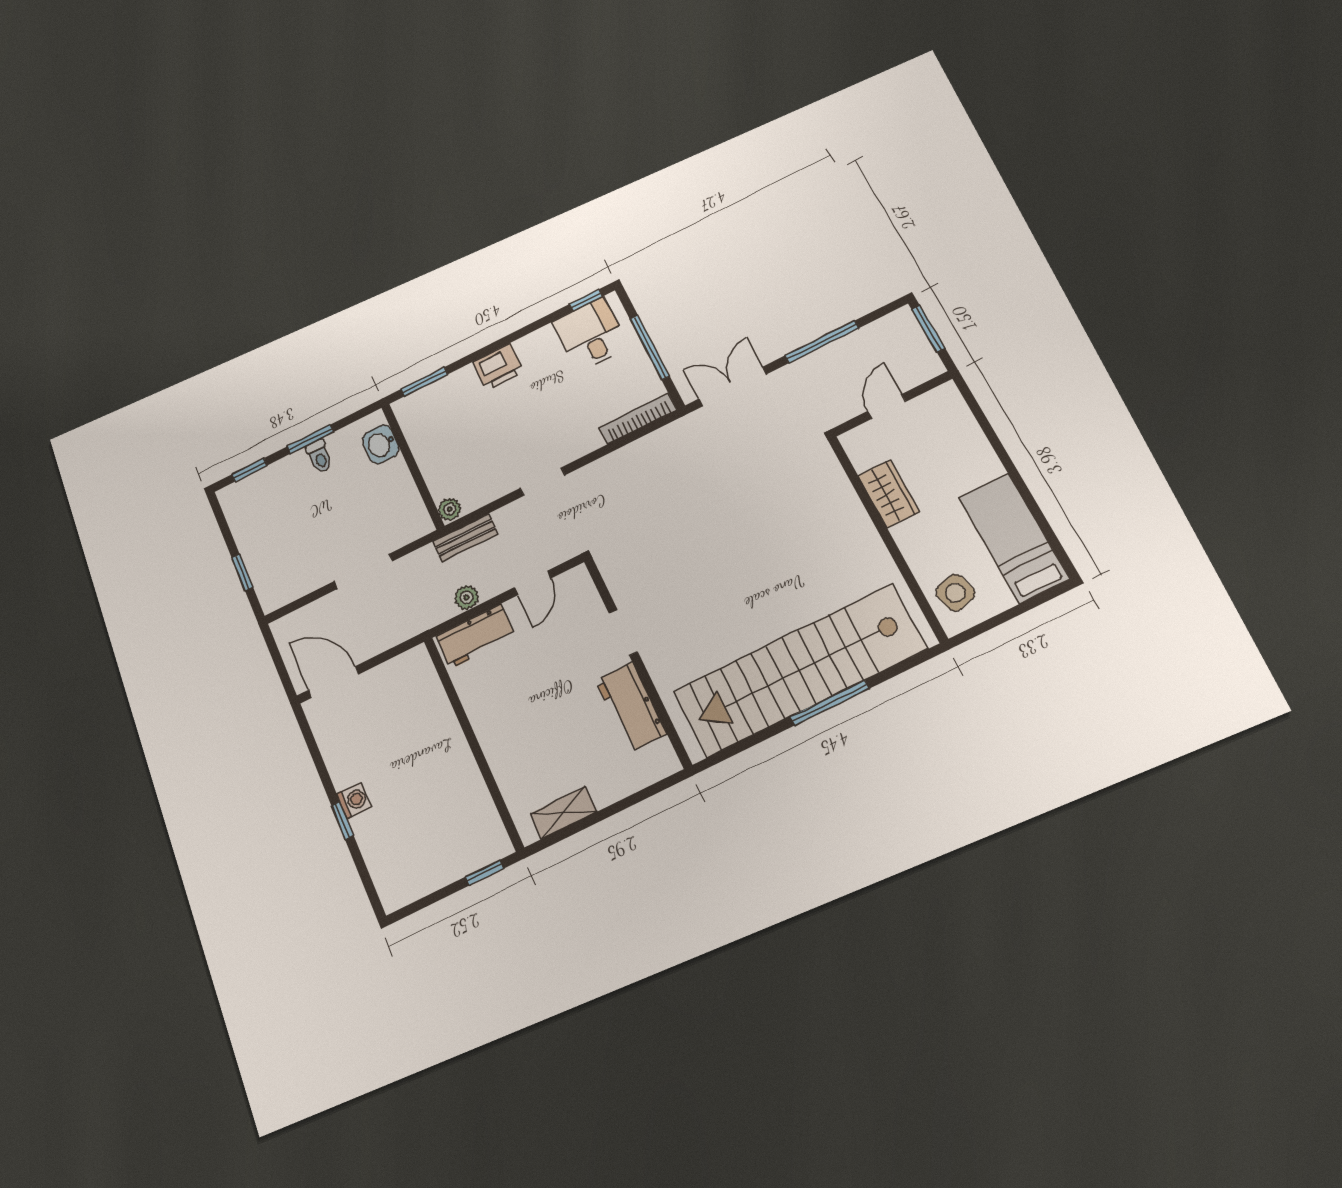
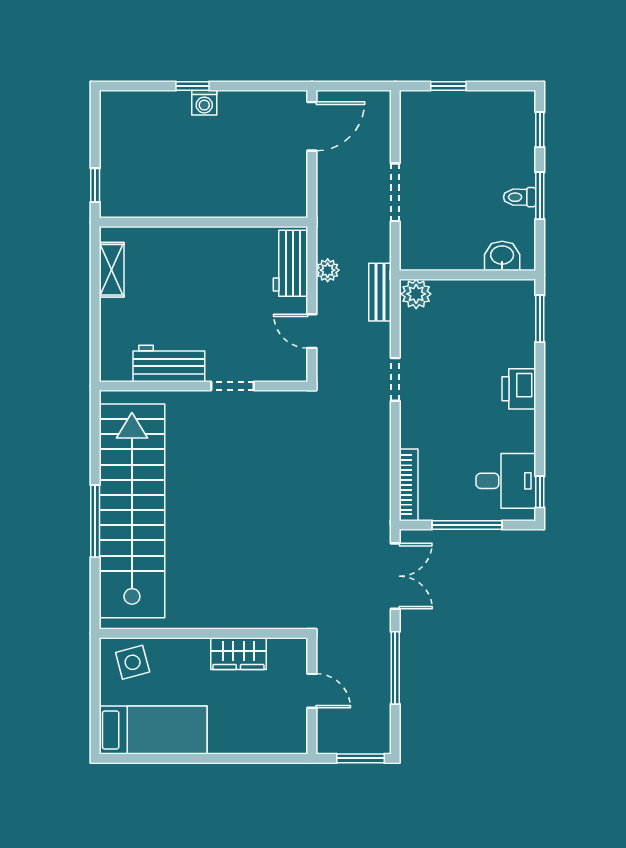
plant: (450, 509) -> (416, 294), width x1.38, depth x1.38

